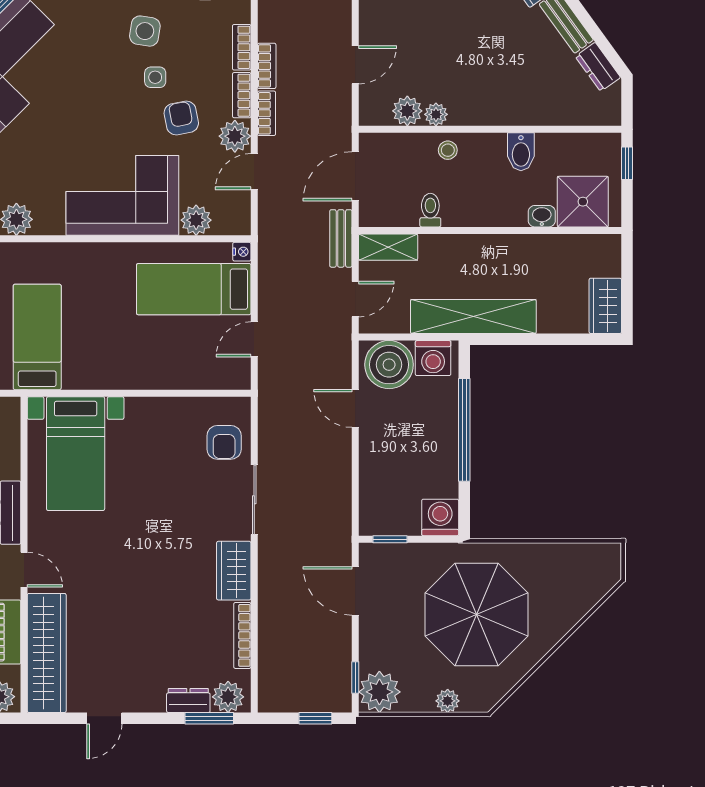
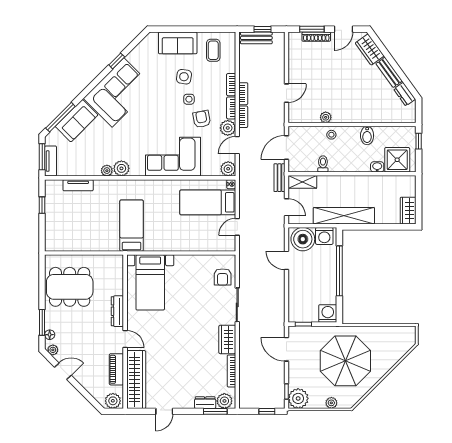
plant: (407, 111) -> (312, 116), removed
plant: (196, 220) -> (228, 169), moved
door: (355, 299) -> (286, 207), hinge flipped

